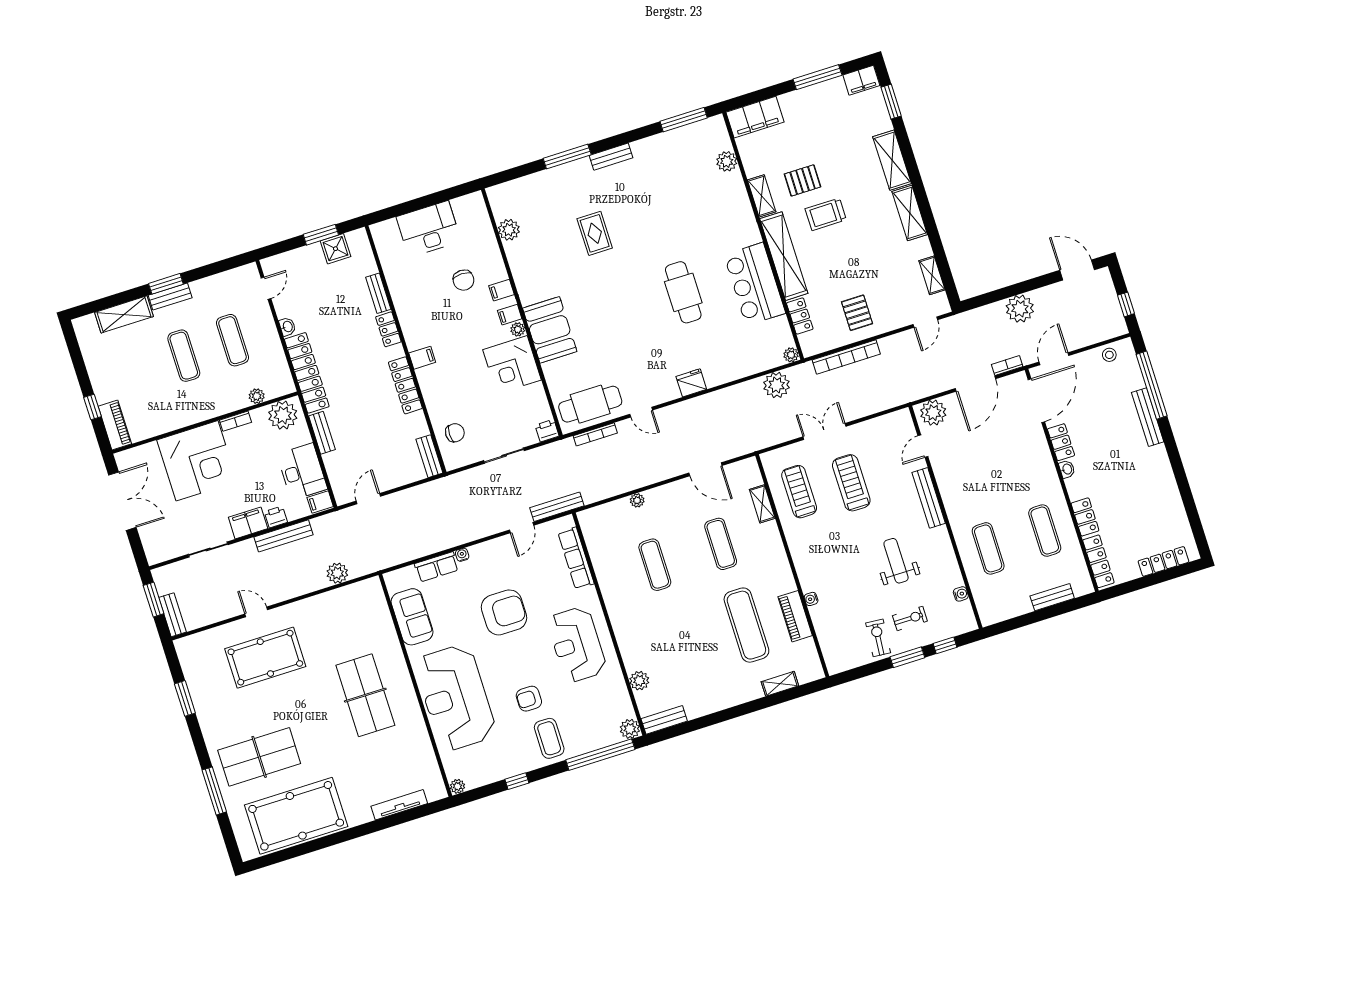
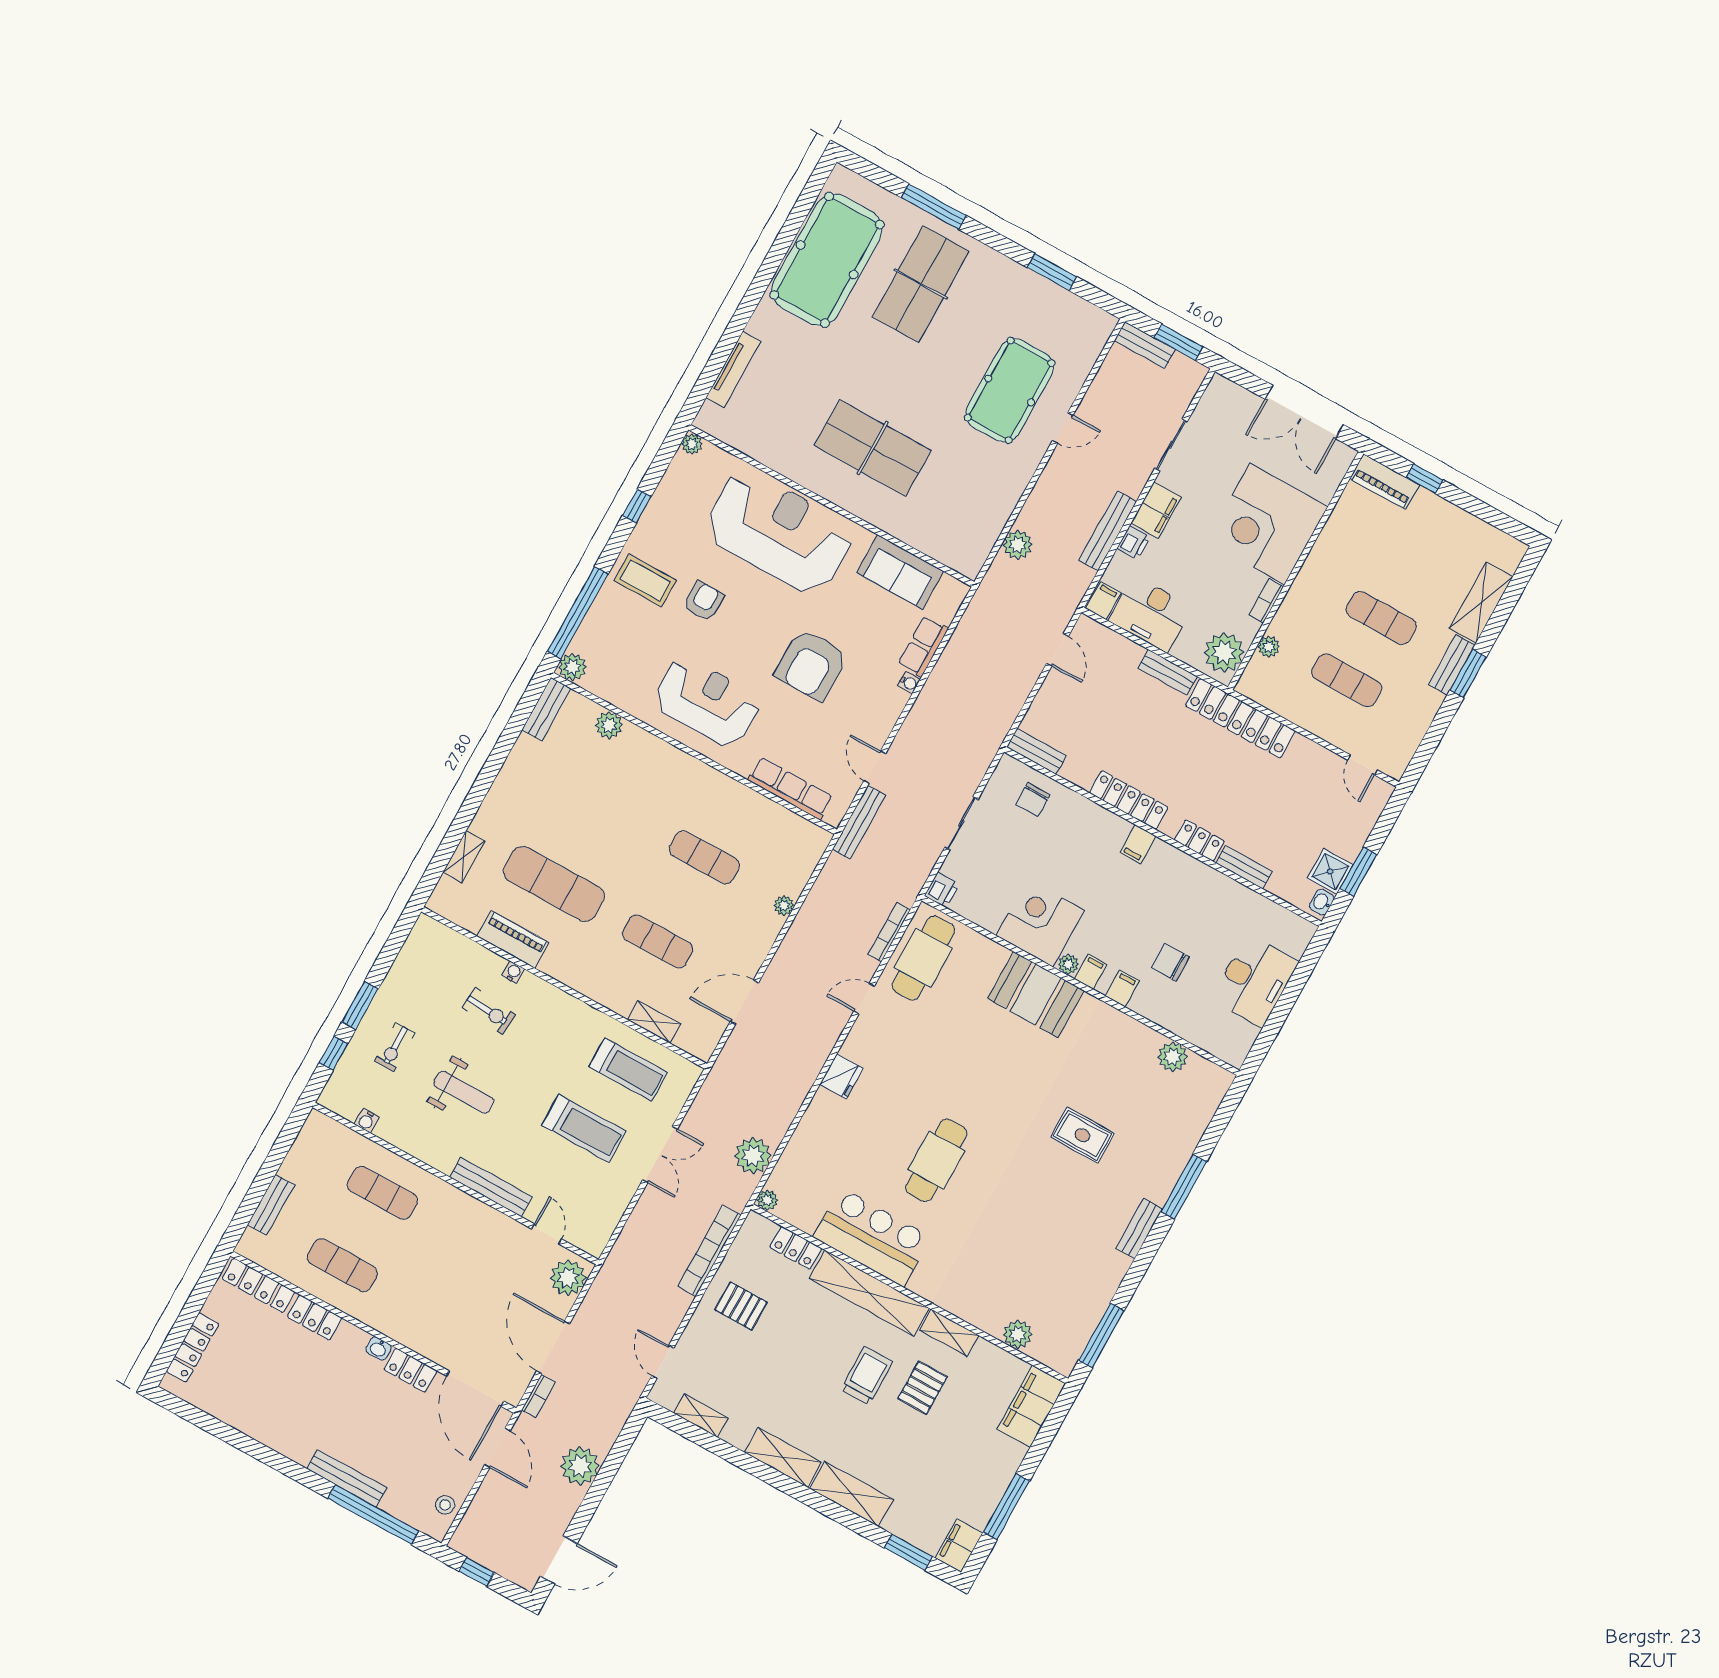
cafe table: (683, 292) -> (936, 1160), turned 90
washbasin: (287, 327) -> (1322, 902), moved, turned 90
exercise bike: (878, 638) -> (489, 1011), moved

